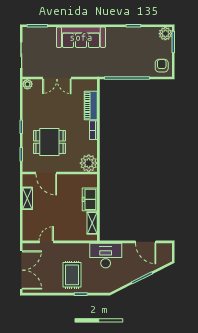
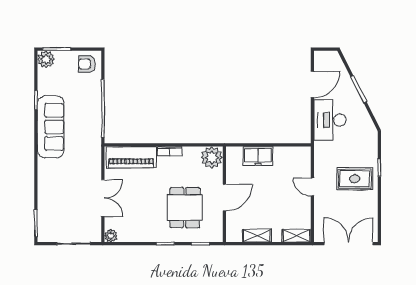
sofa: (81, 37) -> (51, 127), moved
piano: (91, 106) -> (131, 157), width x1.37, depth x1.33
door: (46, 173) -> (224, 197), moved
shelving: (92, 223) -> (297, 236), moved
door: (46, 242) -> (312, 187), moved
desk: (106, 256) -> (330, 120), moved

